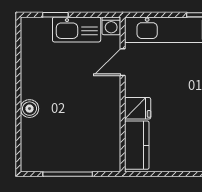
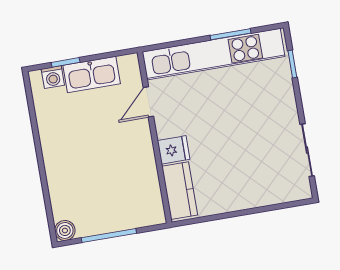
washing machine: (111, 26) -> (53, 77), moved
boiler: (30, 109) -> (65, 230), moved

